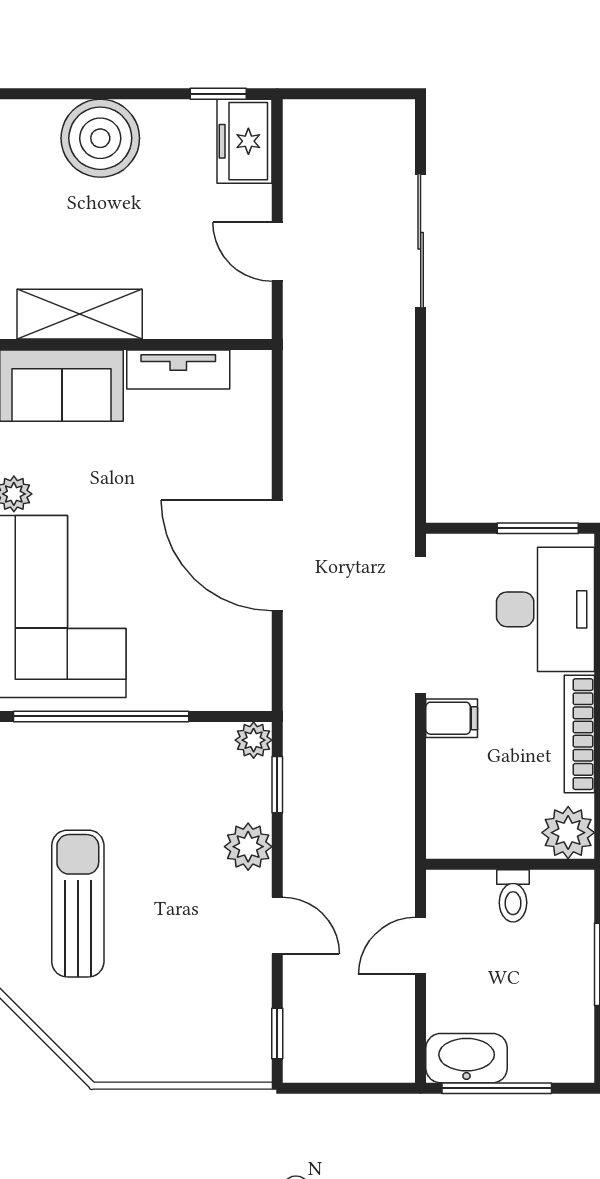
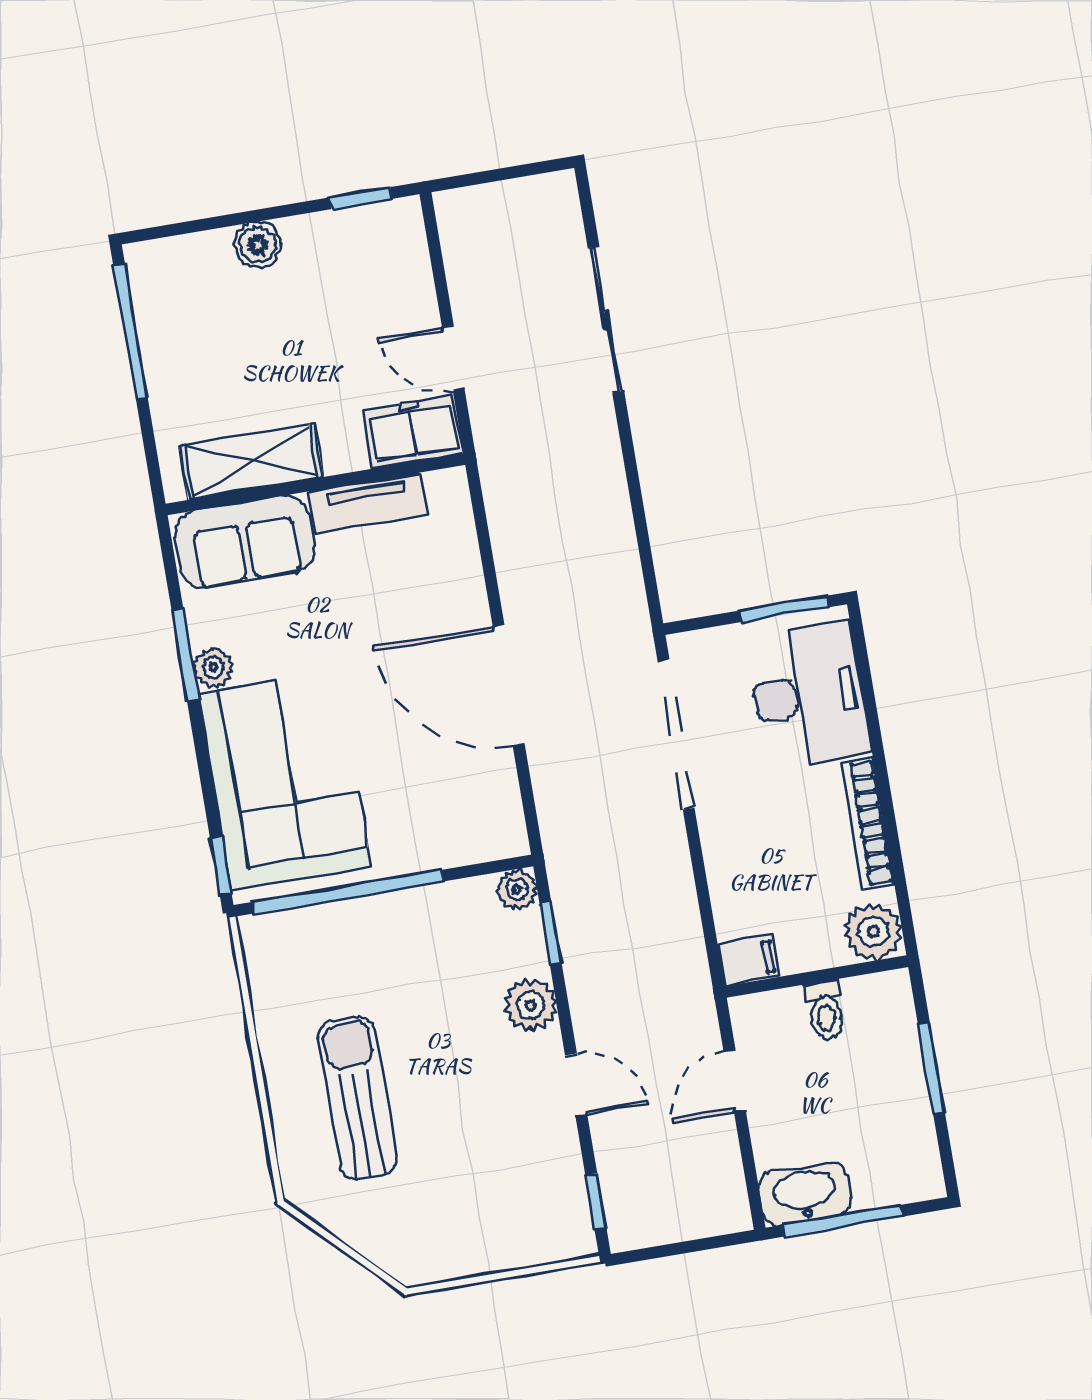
boiler: (100, 138) -> (258, 245), width x0.54, depth x0.54
freezer: (244, 141) -> (413, 431), moved, turned 90
filing cabinet: (452, 718) -> (749, 960), moved

